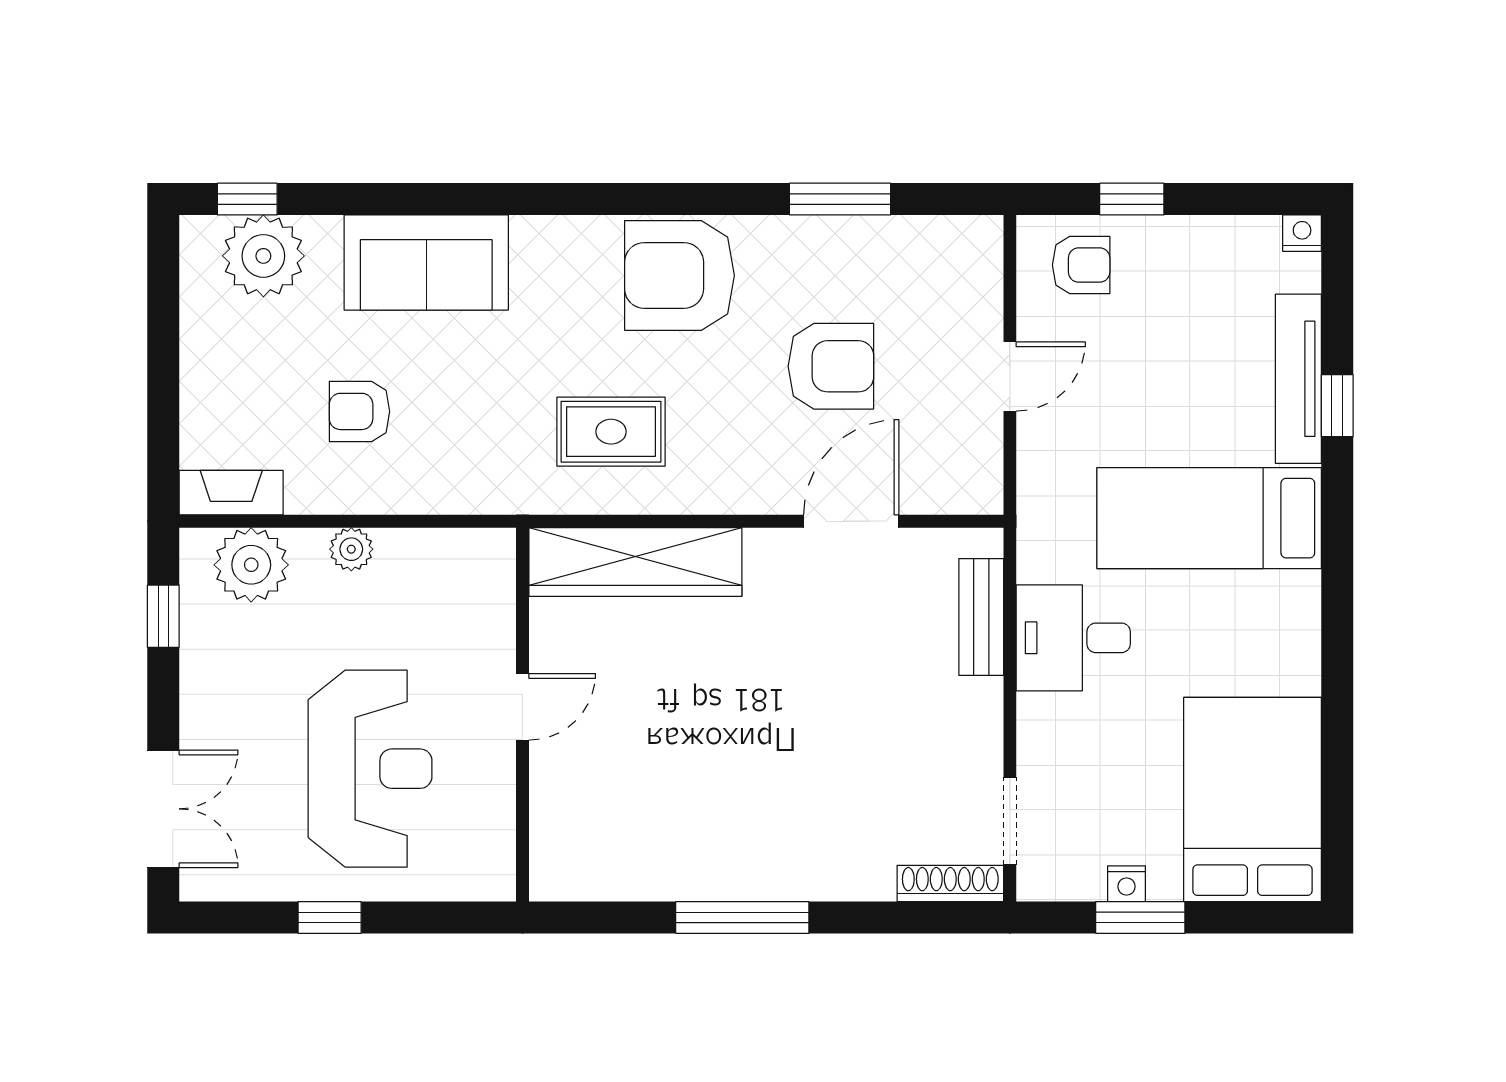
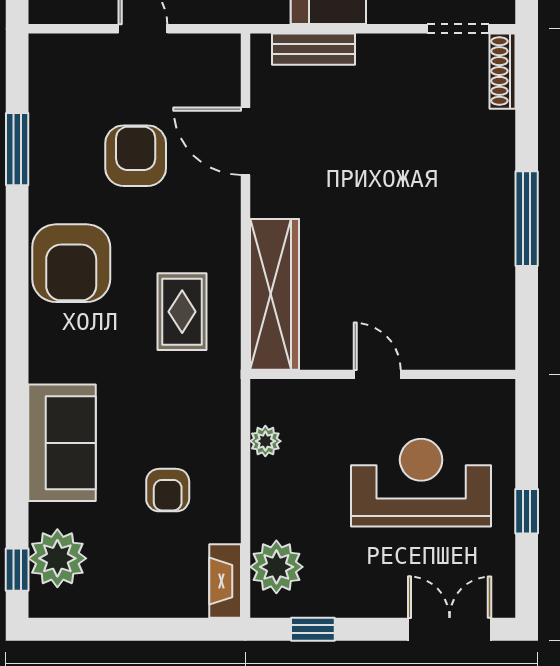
plant: (351, 549) -> (265, 441), moved

